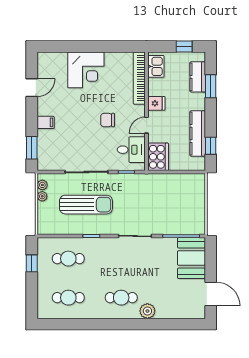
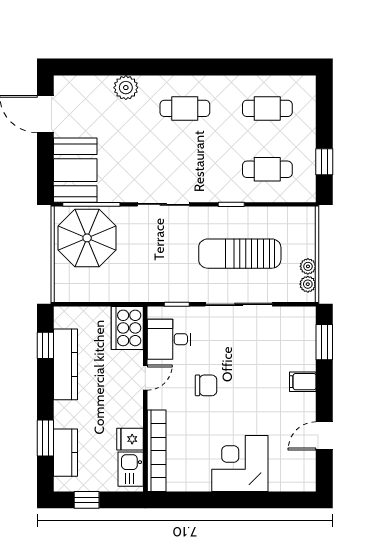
fridge: (156, 103) -> (130, 439), moved
parasol: (184, 215) -> (87, 238), added
plant: (147, 311) -> (126, 88), moved

